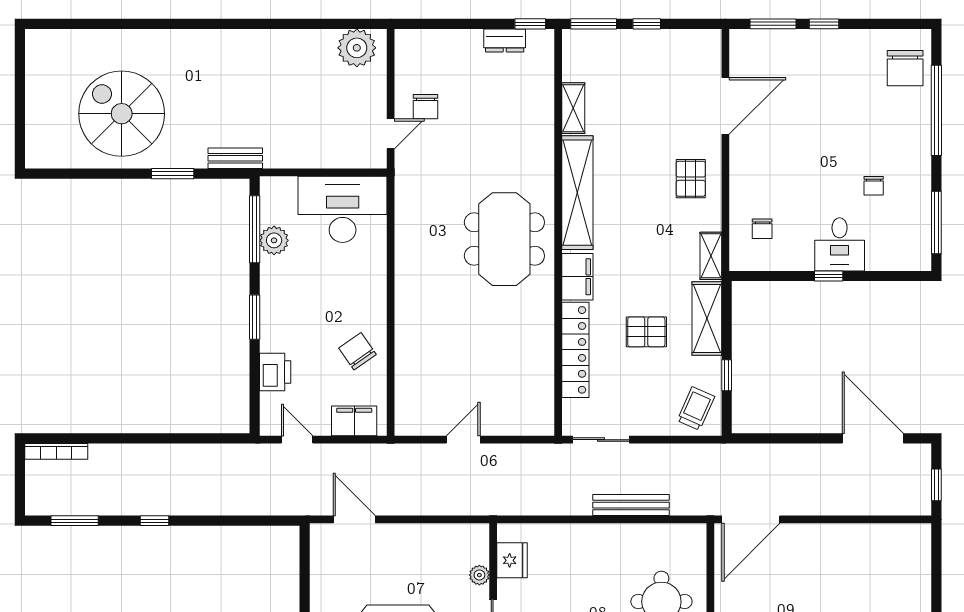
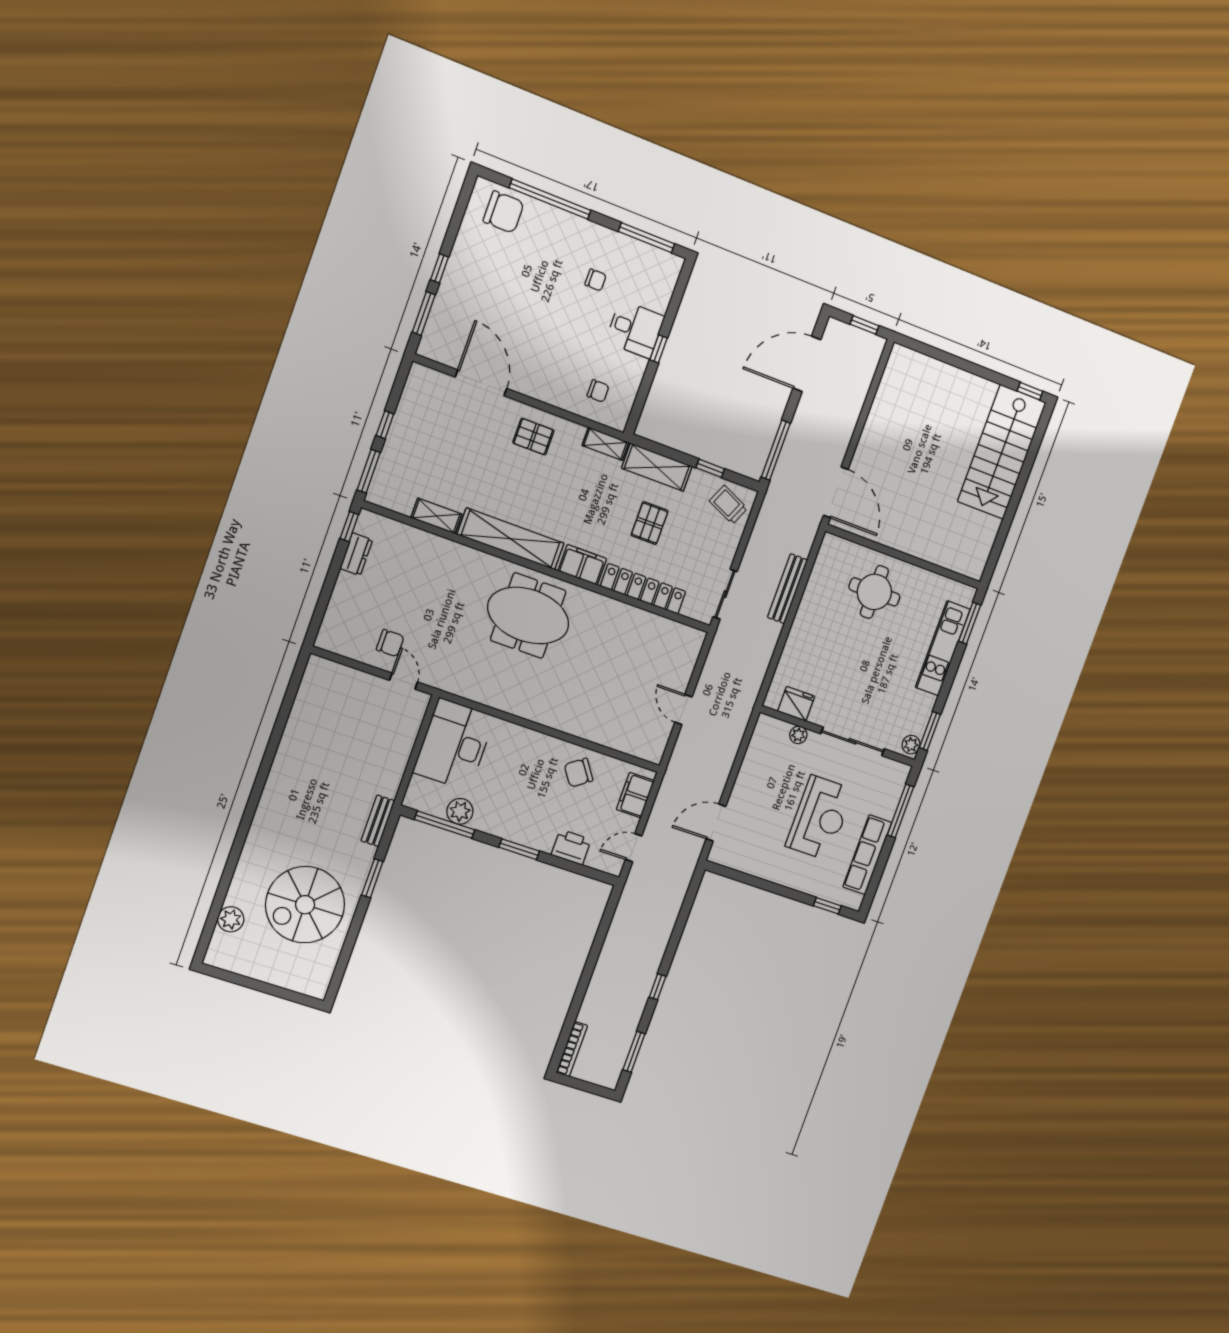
plant: (357, 48) -> (231, 919), moved, width x0.73, depth x0.73
window: (771, 438) -> (776, 450), added

